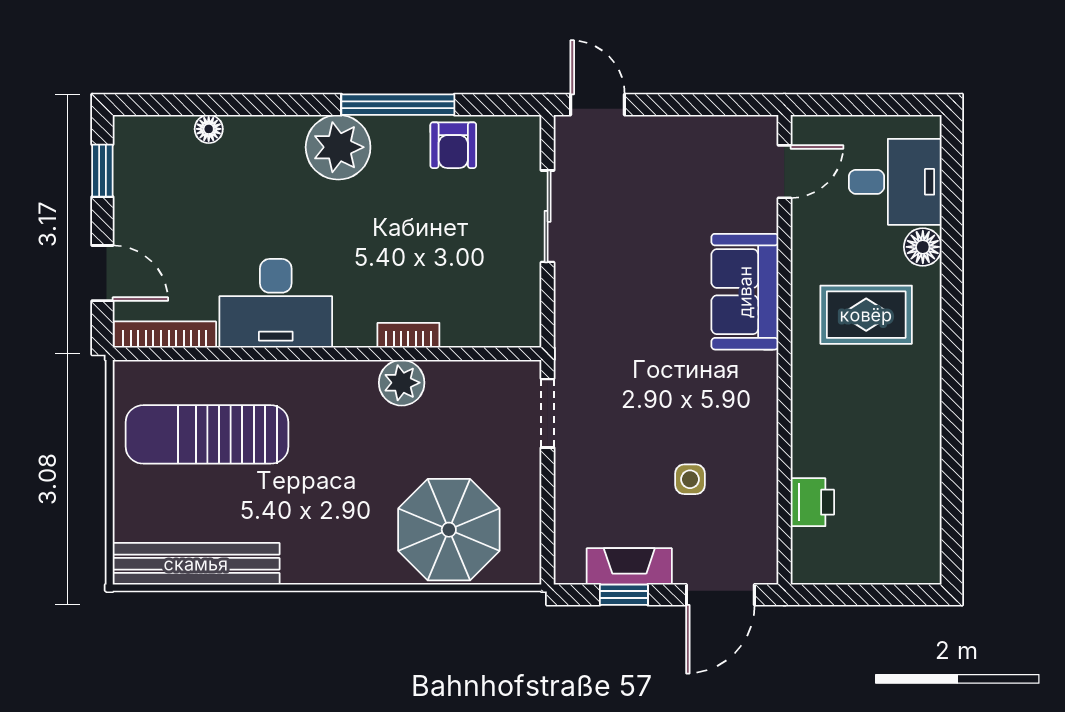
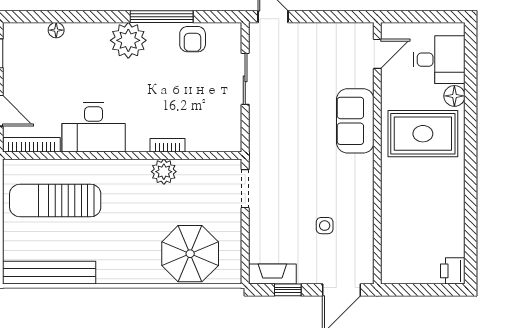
rug: (866, 315) -> (423, 134), width x1.36, depth x1.43
printer: (812, 502) -> (453, 271), moved, turned 180
fireplace: (629, 566) -> (272, 274), moved

